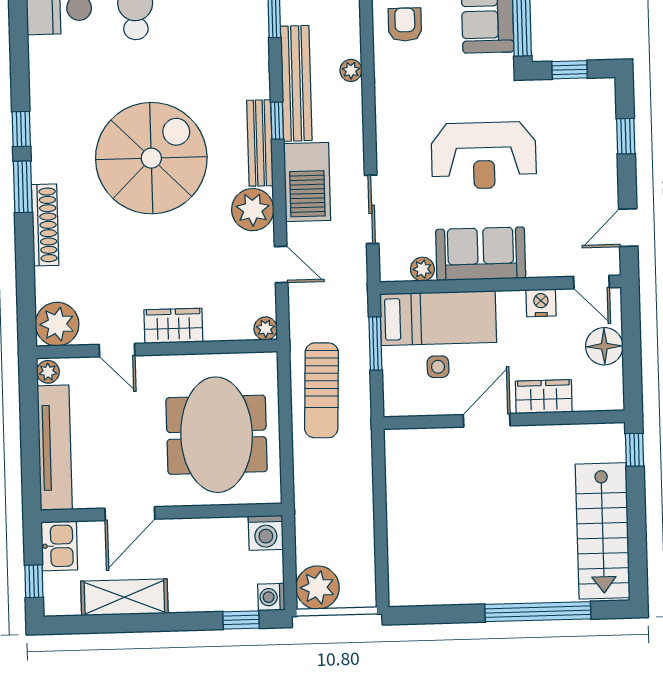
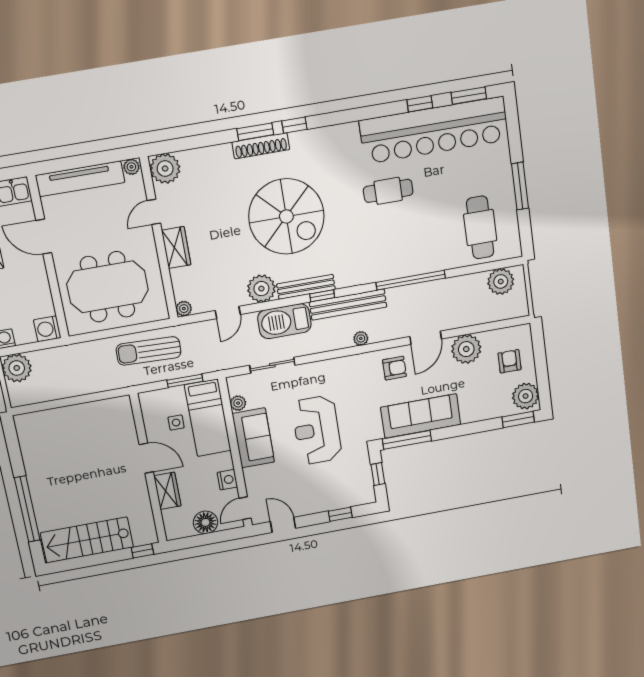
shoe rack: (45, 225) -> (261, 146), moved

